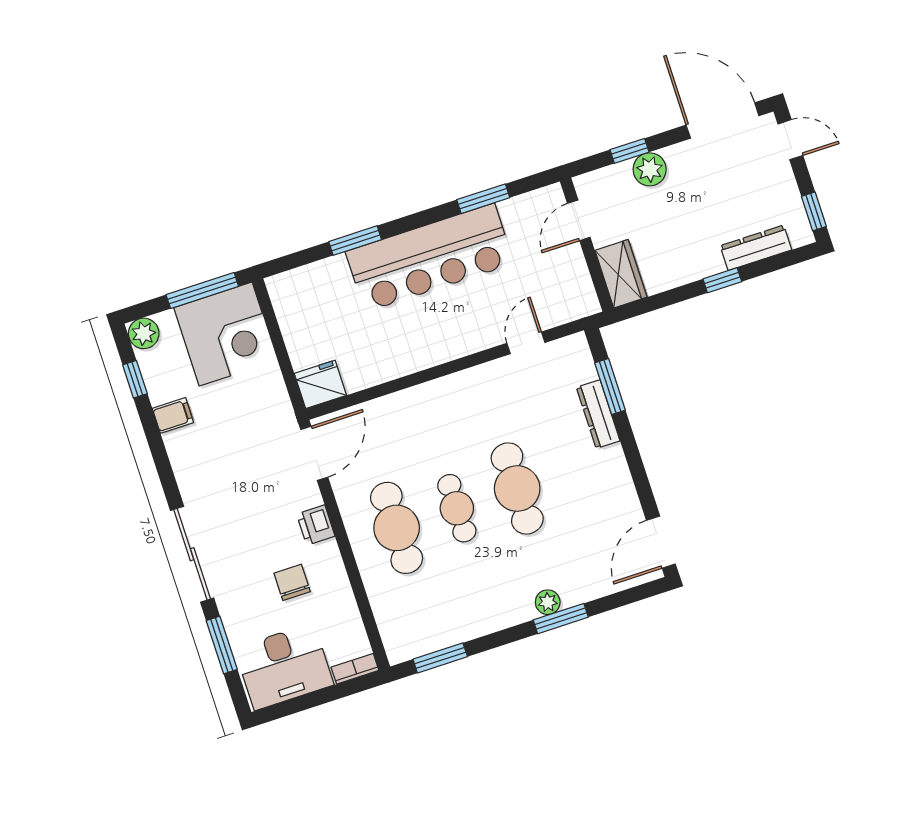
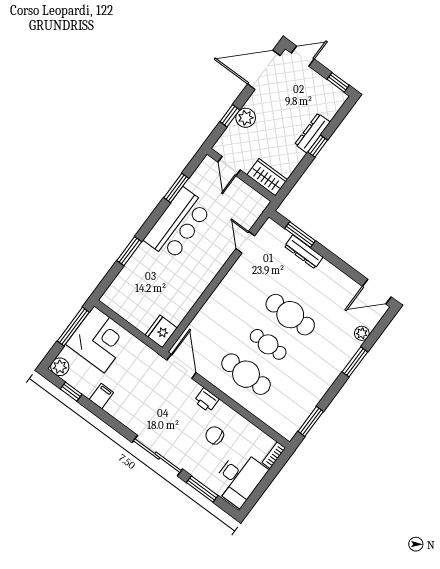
dresser: (756, 248) -> (312, 133), moved
bar counter: (430, 258) -> (178, 224), width x0.73
door: (661, 542) -> (377, 292), hinge flipped
plant: (548, 602) -> (362, 333), moved

